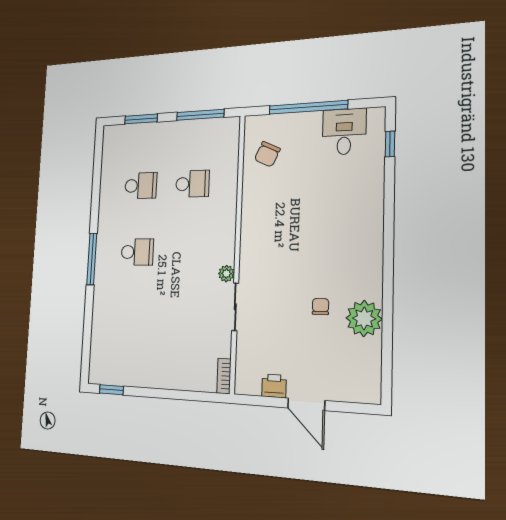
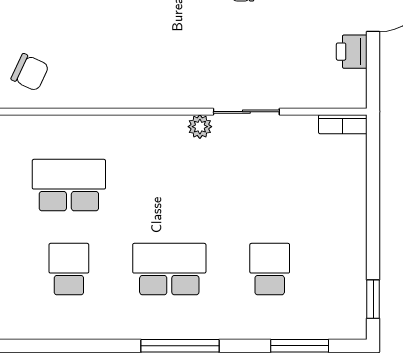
school desk: (192, 184) -> (69, 185), width x1.85
school desk: (137, 252) -> (169, 269), width x1.85
school desk: (134, 320) -> (270, 269), added
window: (87, 338) -> (300, 346), added

